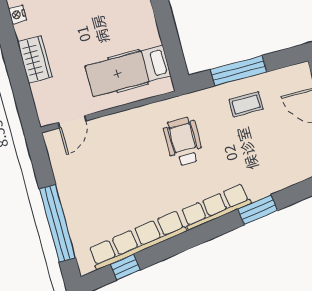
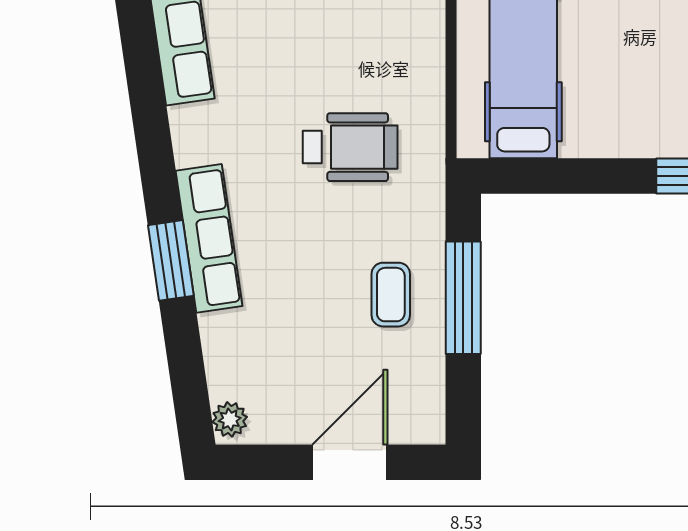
row of seats: (216, 207) -> (209, 238), moved

